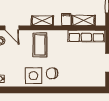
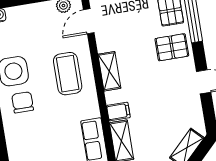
coffee table: (40, 45) -> (68, 74), turned 90

